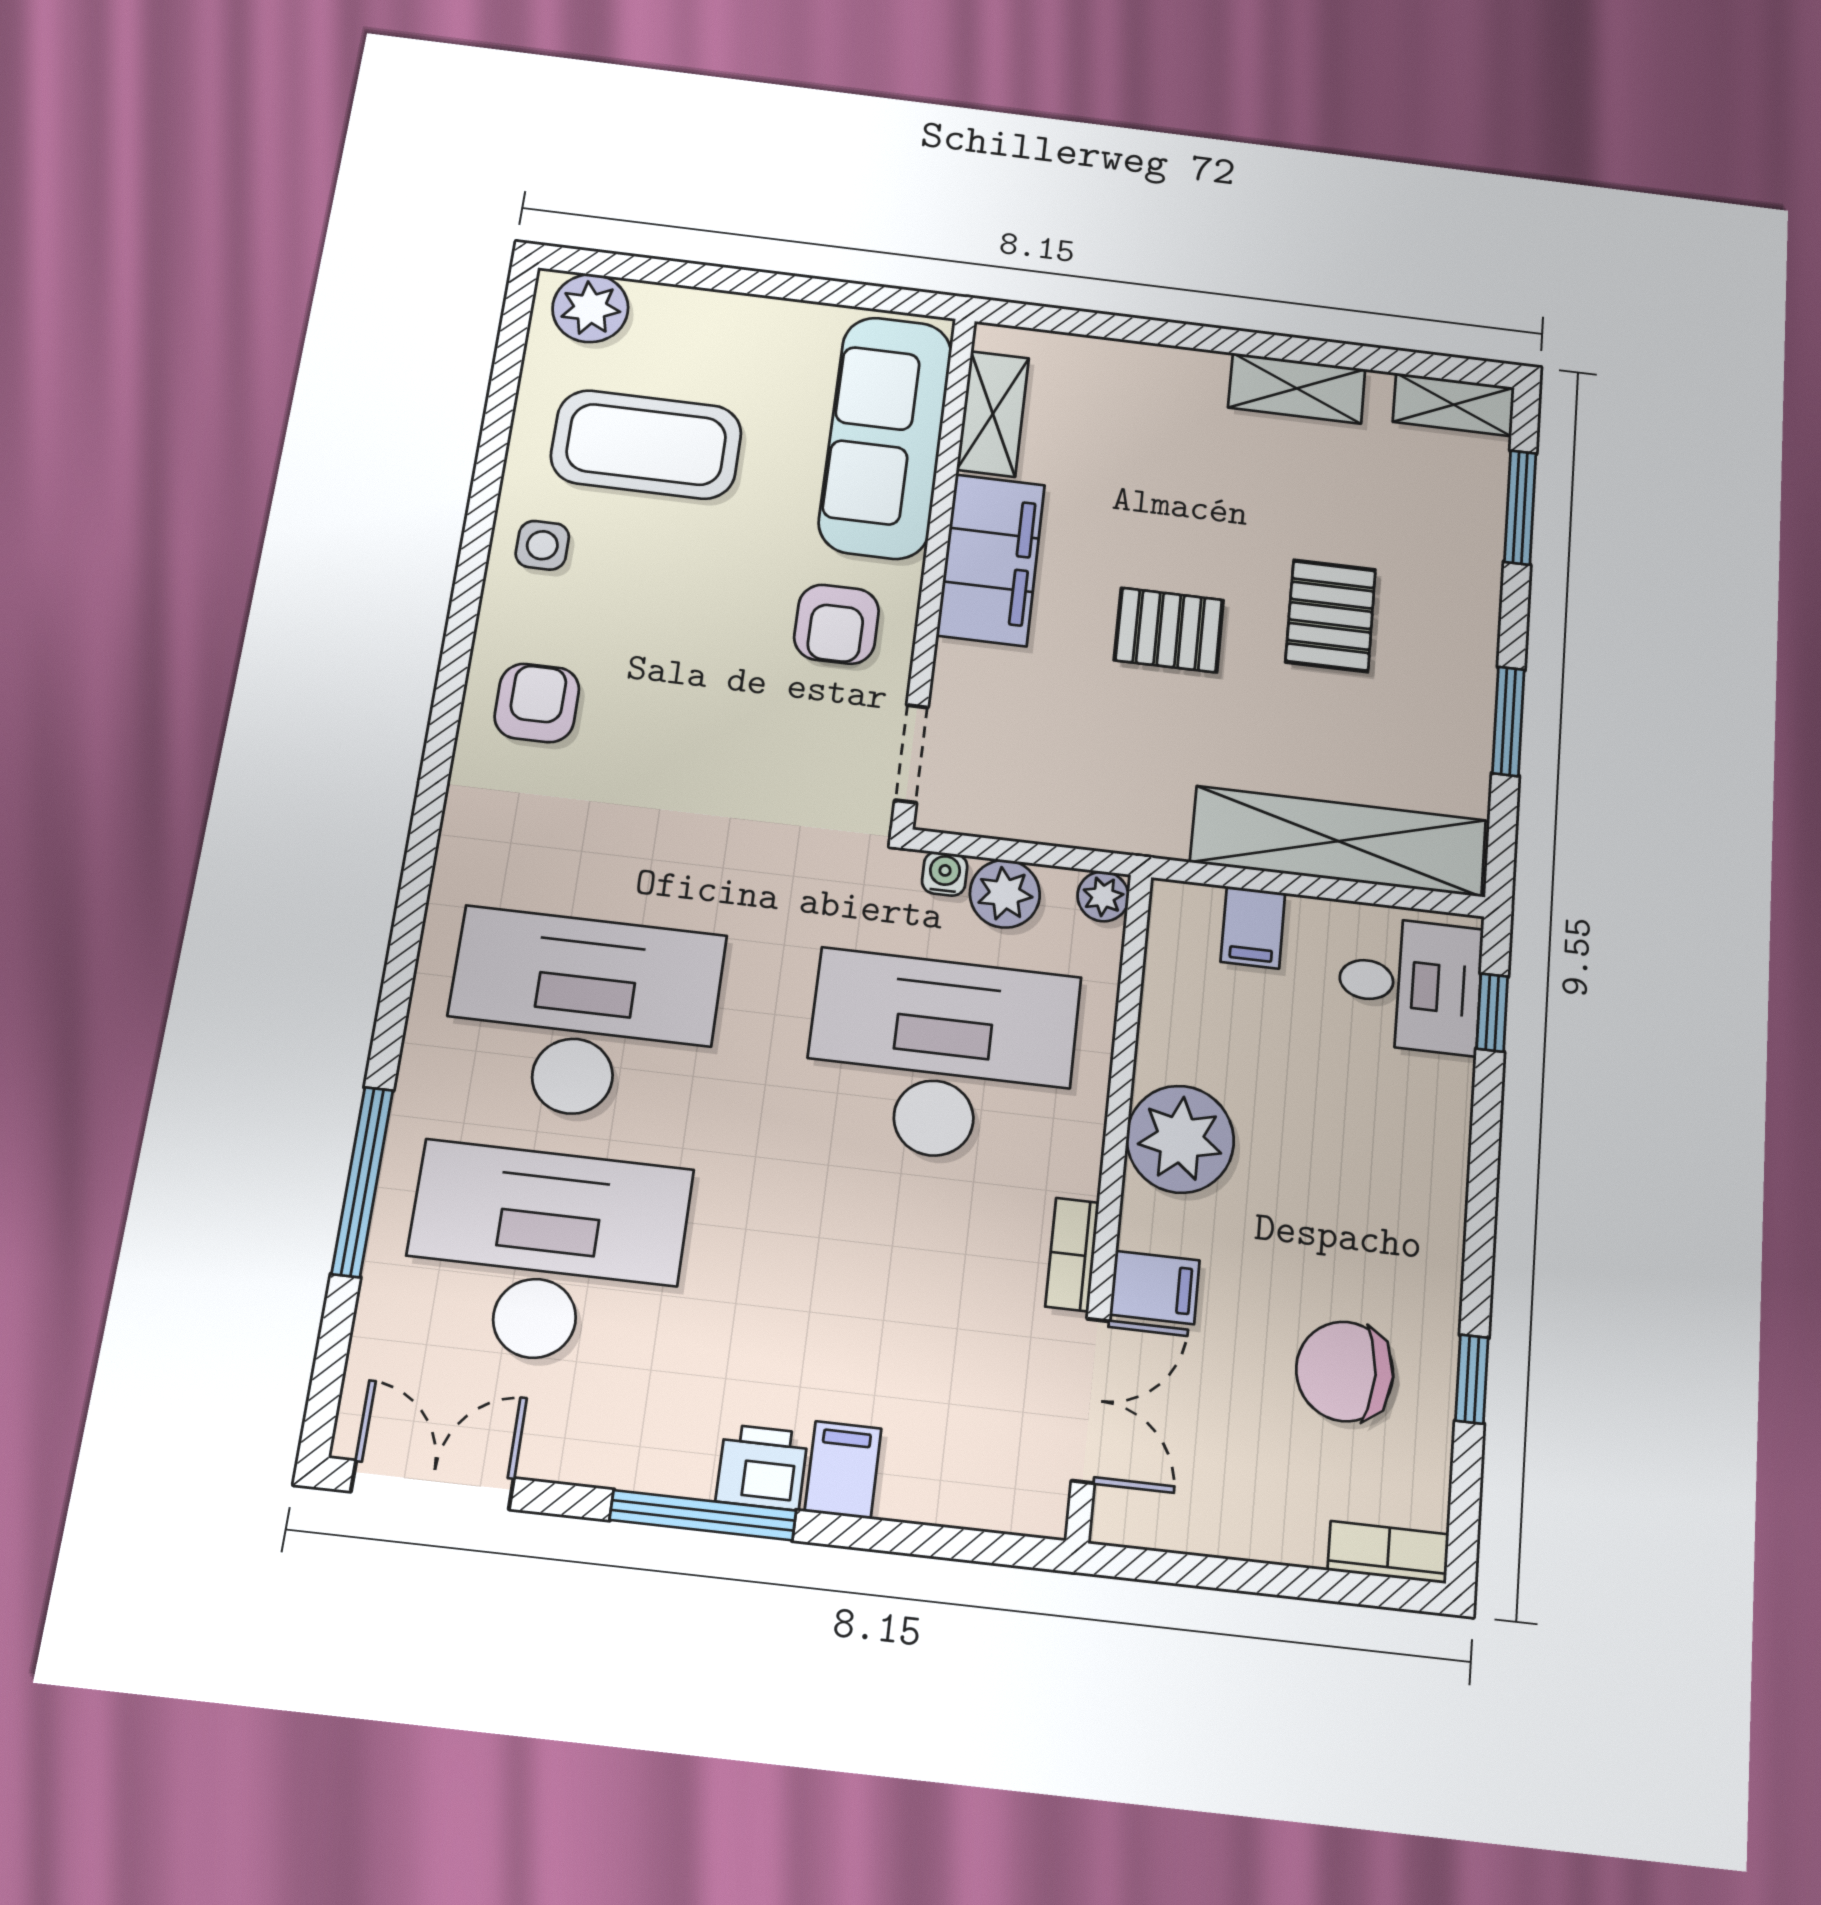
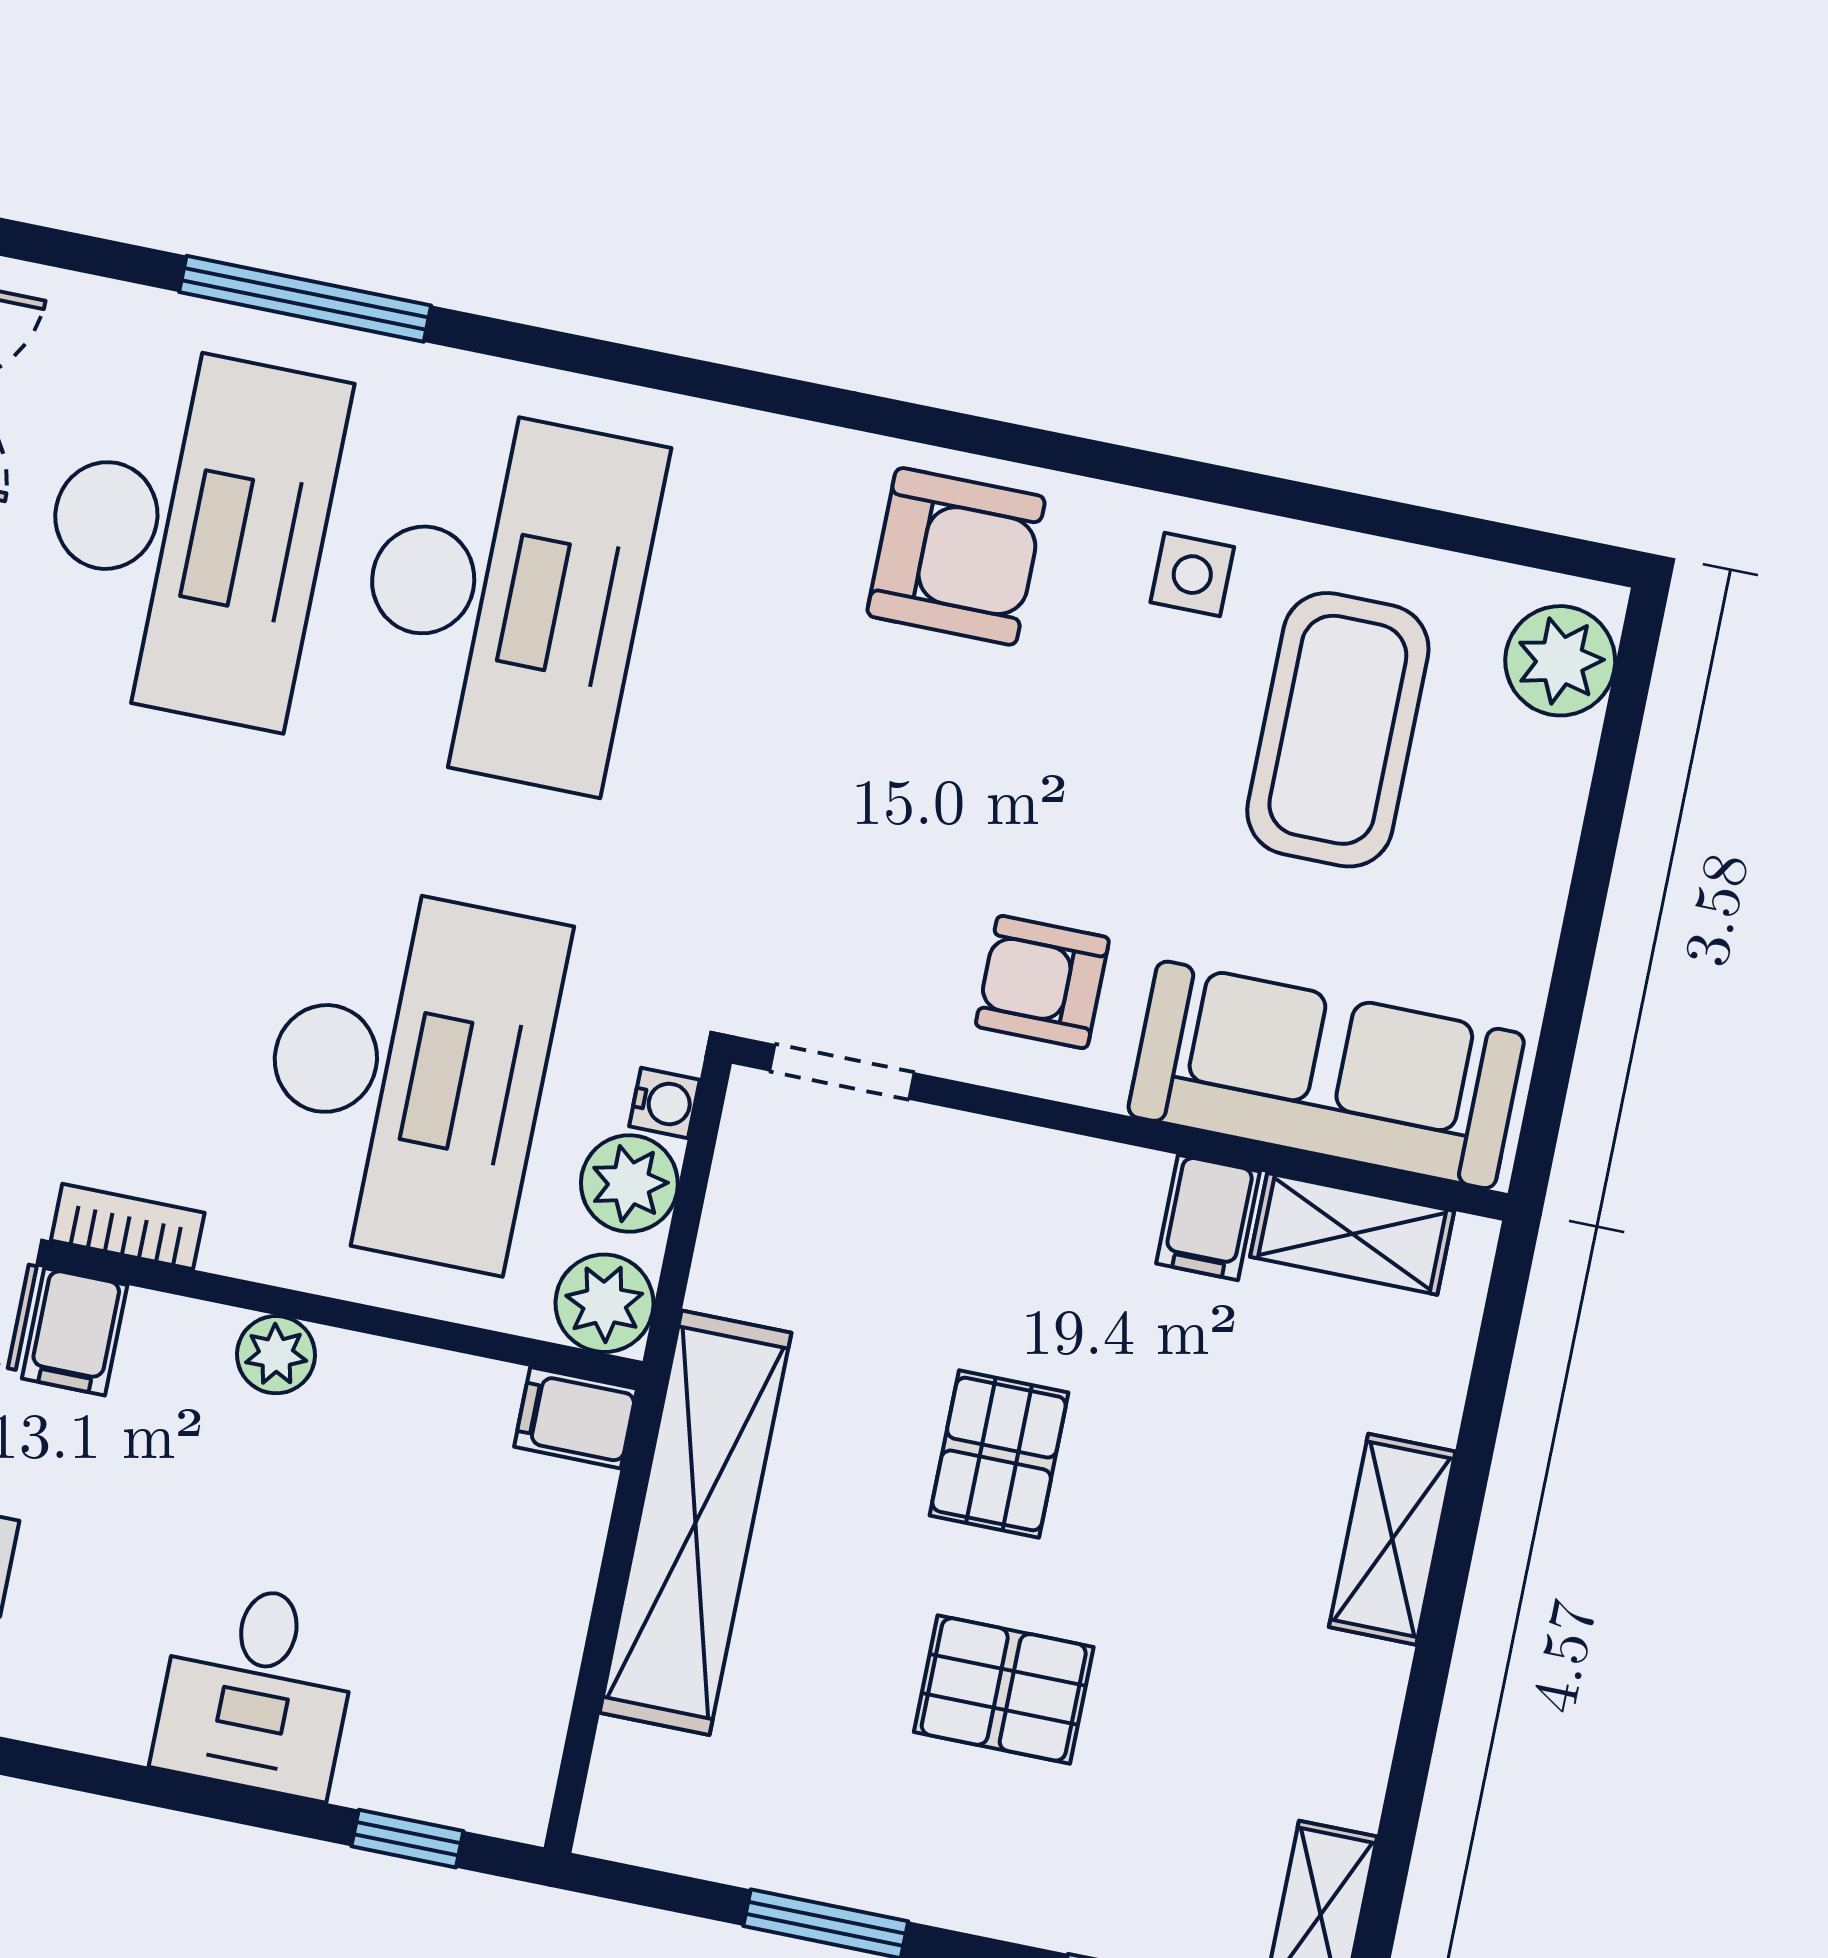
shelving: (1297, 388) -> (1392, 1539), moved
filing cabinet: (991, 560) -> (1208, 1217), width x0.33, depth x0.86
armchair: (537, 703) -> (956, 556), width x1.38, depth x1.38
shelving: (1339, 841) -> (696, 1523), moved
plant: (1103, 896) -> (604, 1303), width x1.38, depth x1.38
filing cabinet: (1253, 927) -> (576, 1418), moved
desk: (1410, 985) -> (257, 1689), moved
plant: (1180, 1139) -> (276, 1355), width x0.53, depth x0.53

